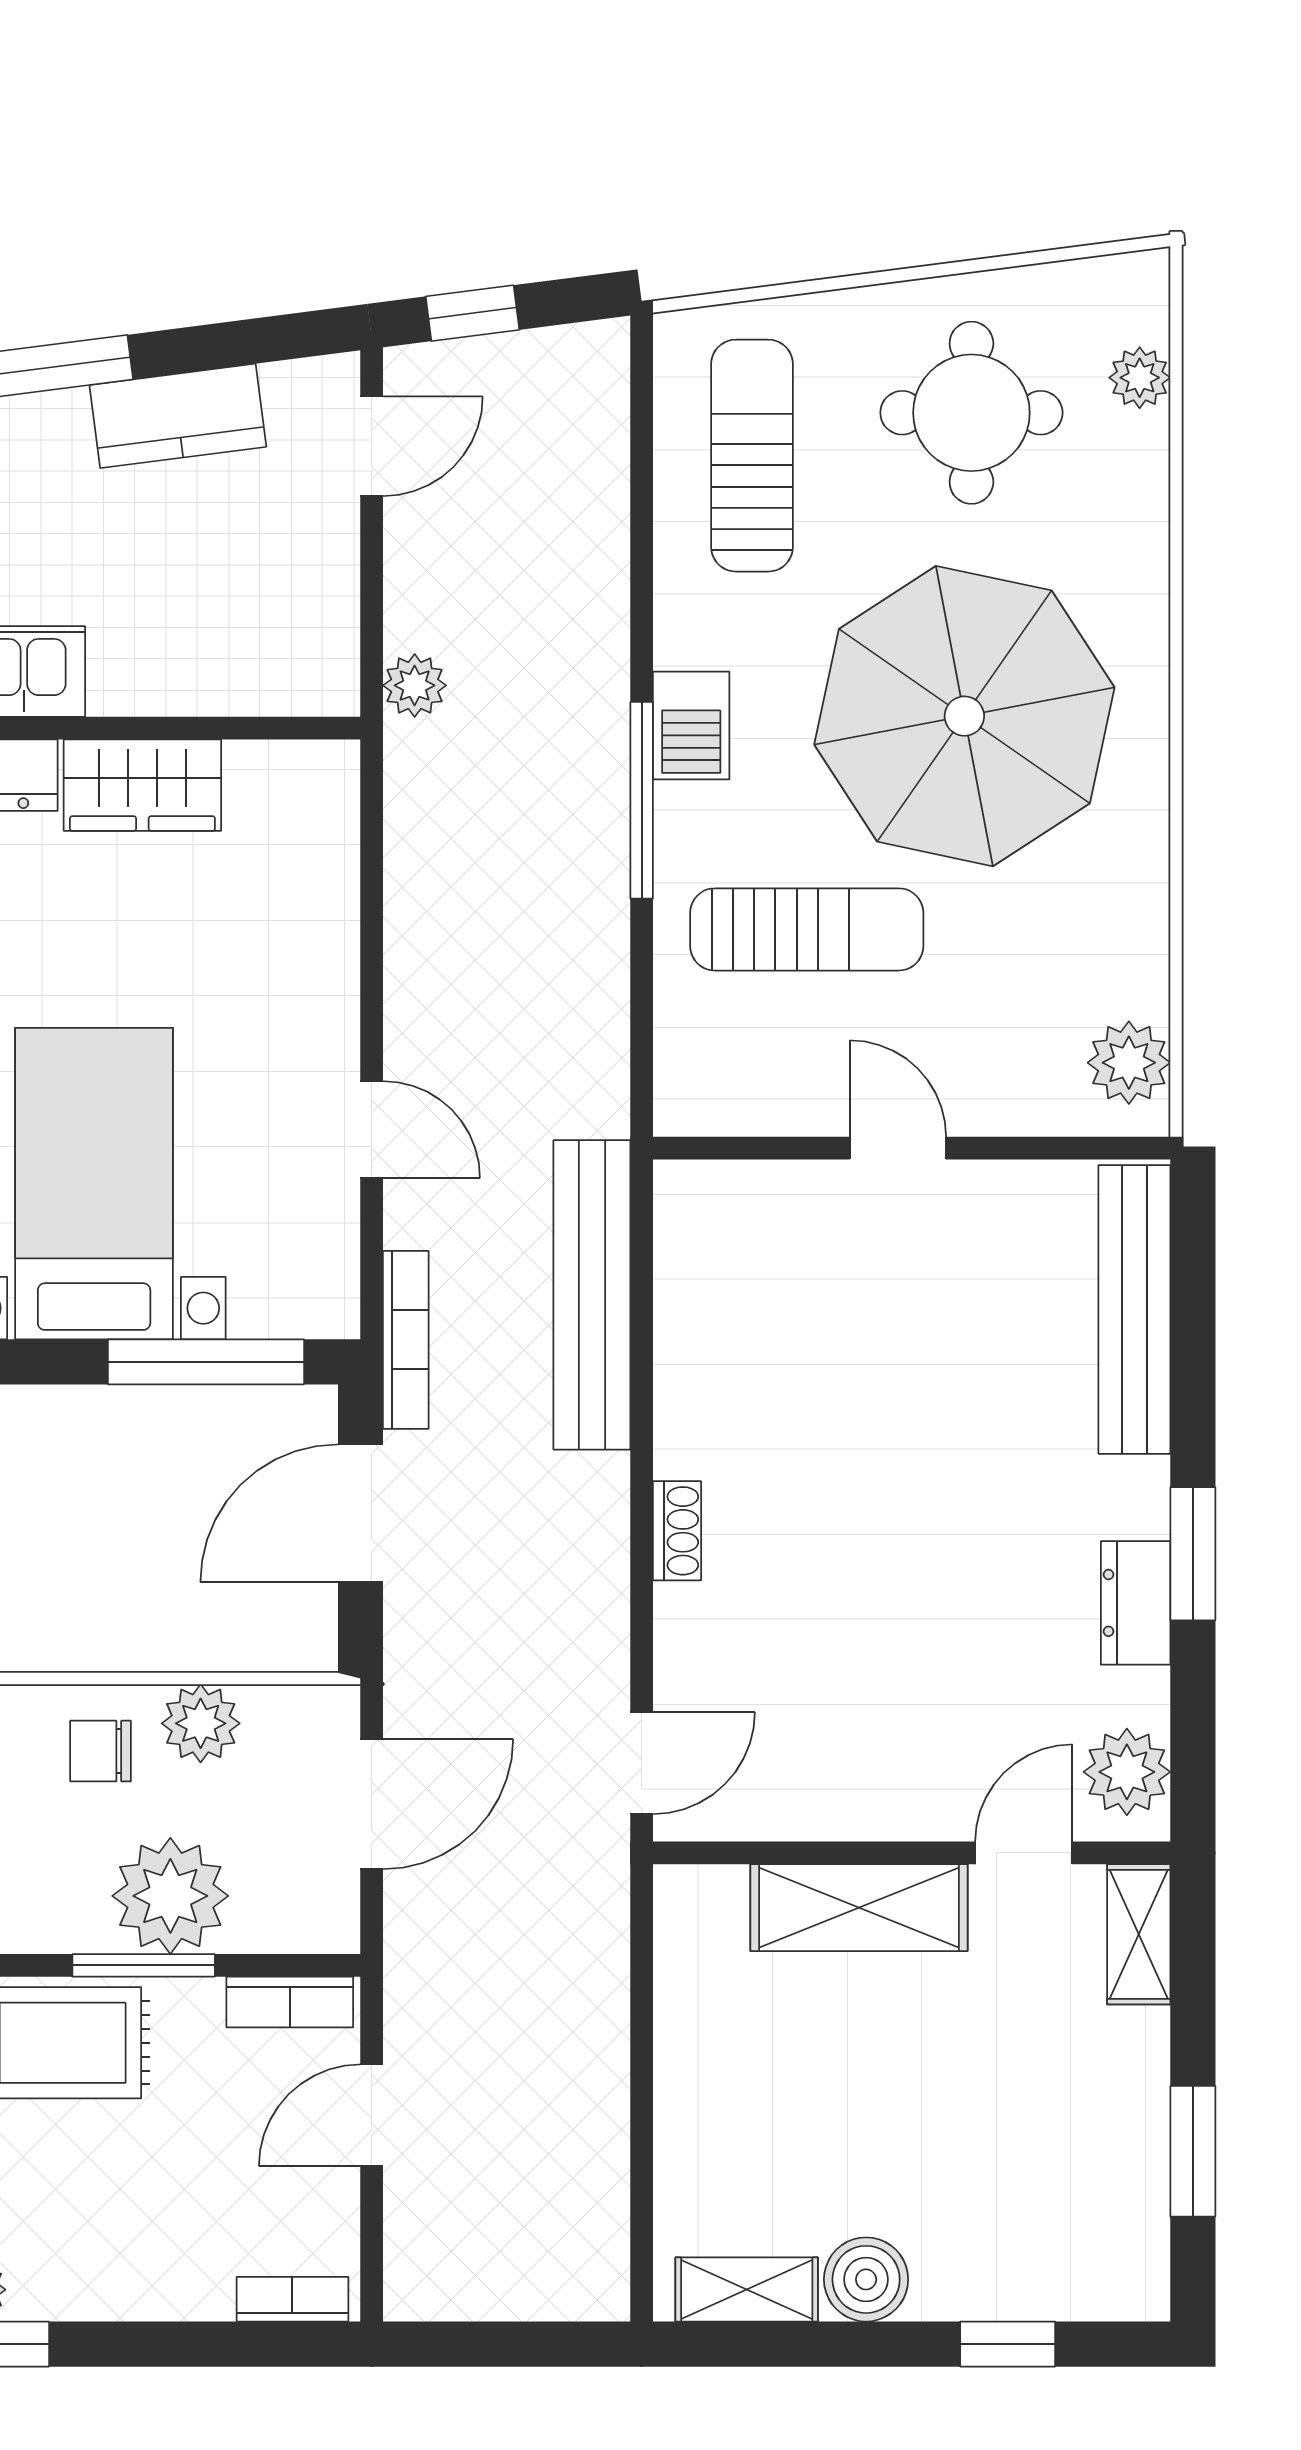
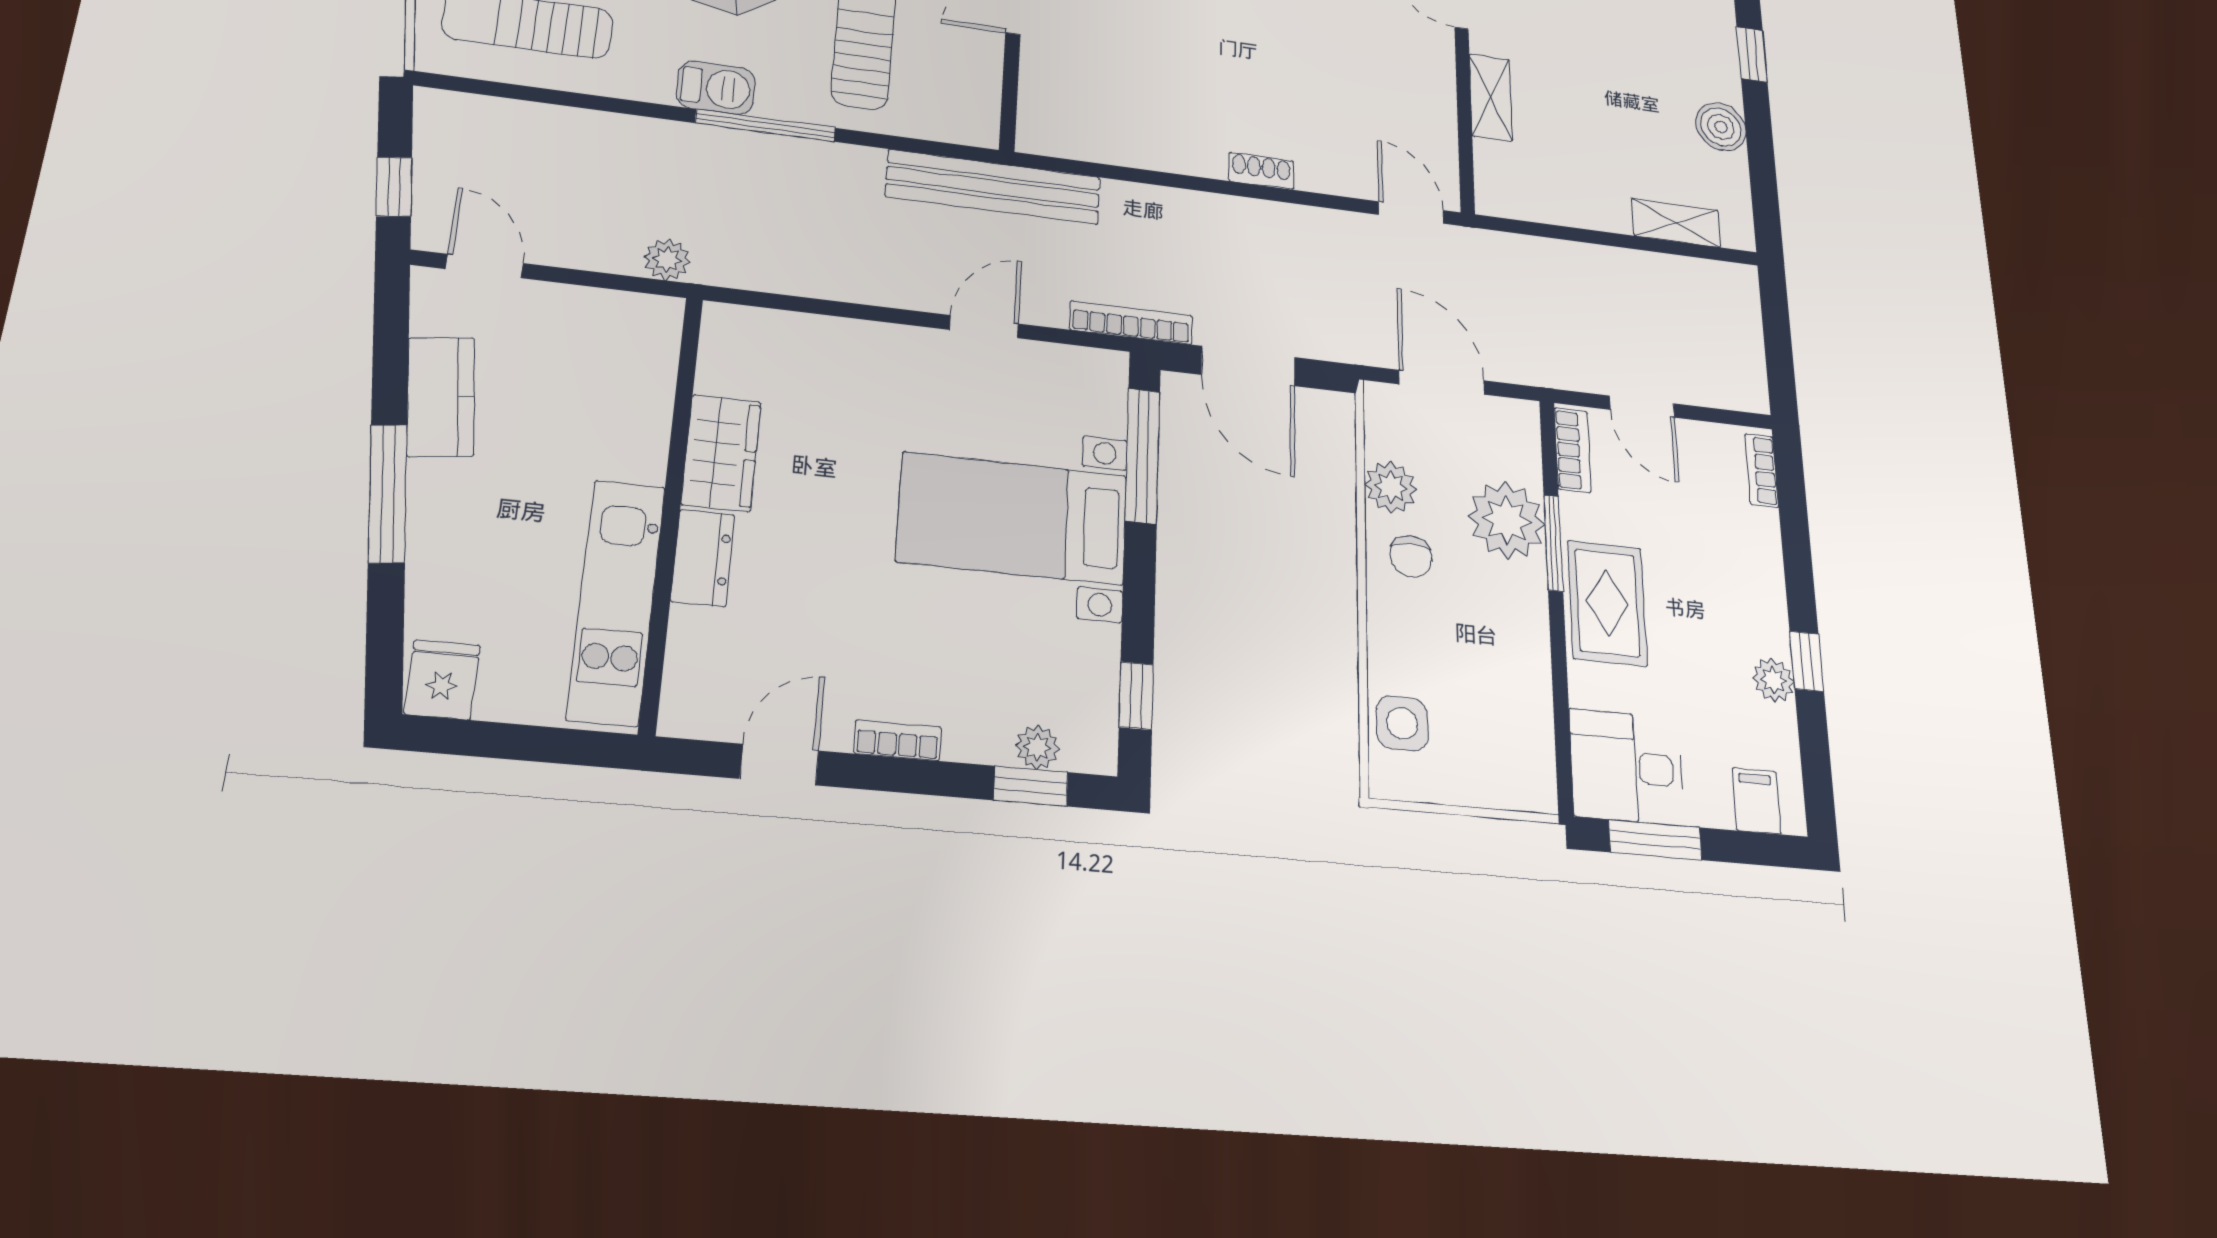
bench: (592, 1295) -> (993, 187), moved
shelving: (859, 1908) -> (1491, 97), width x0.67, depth x0.75
shelving: (747, 2289) -> (1676, 223), moved, turned 90

